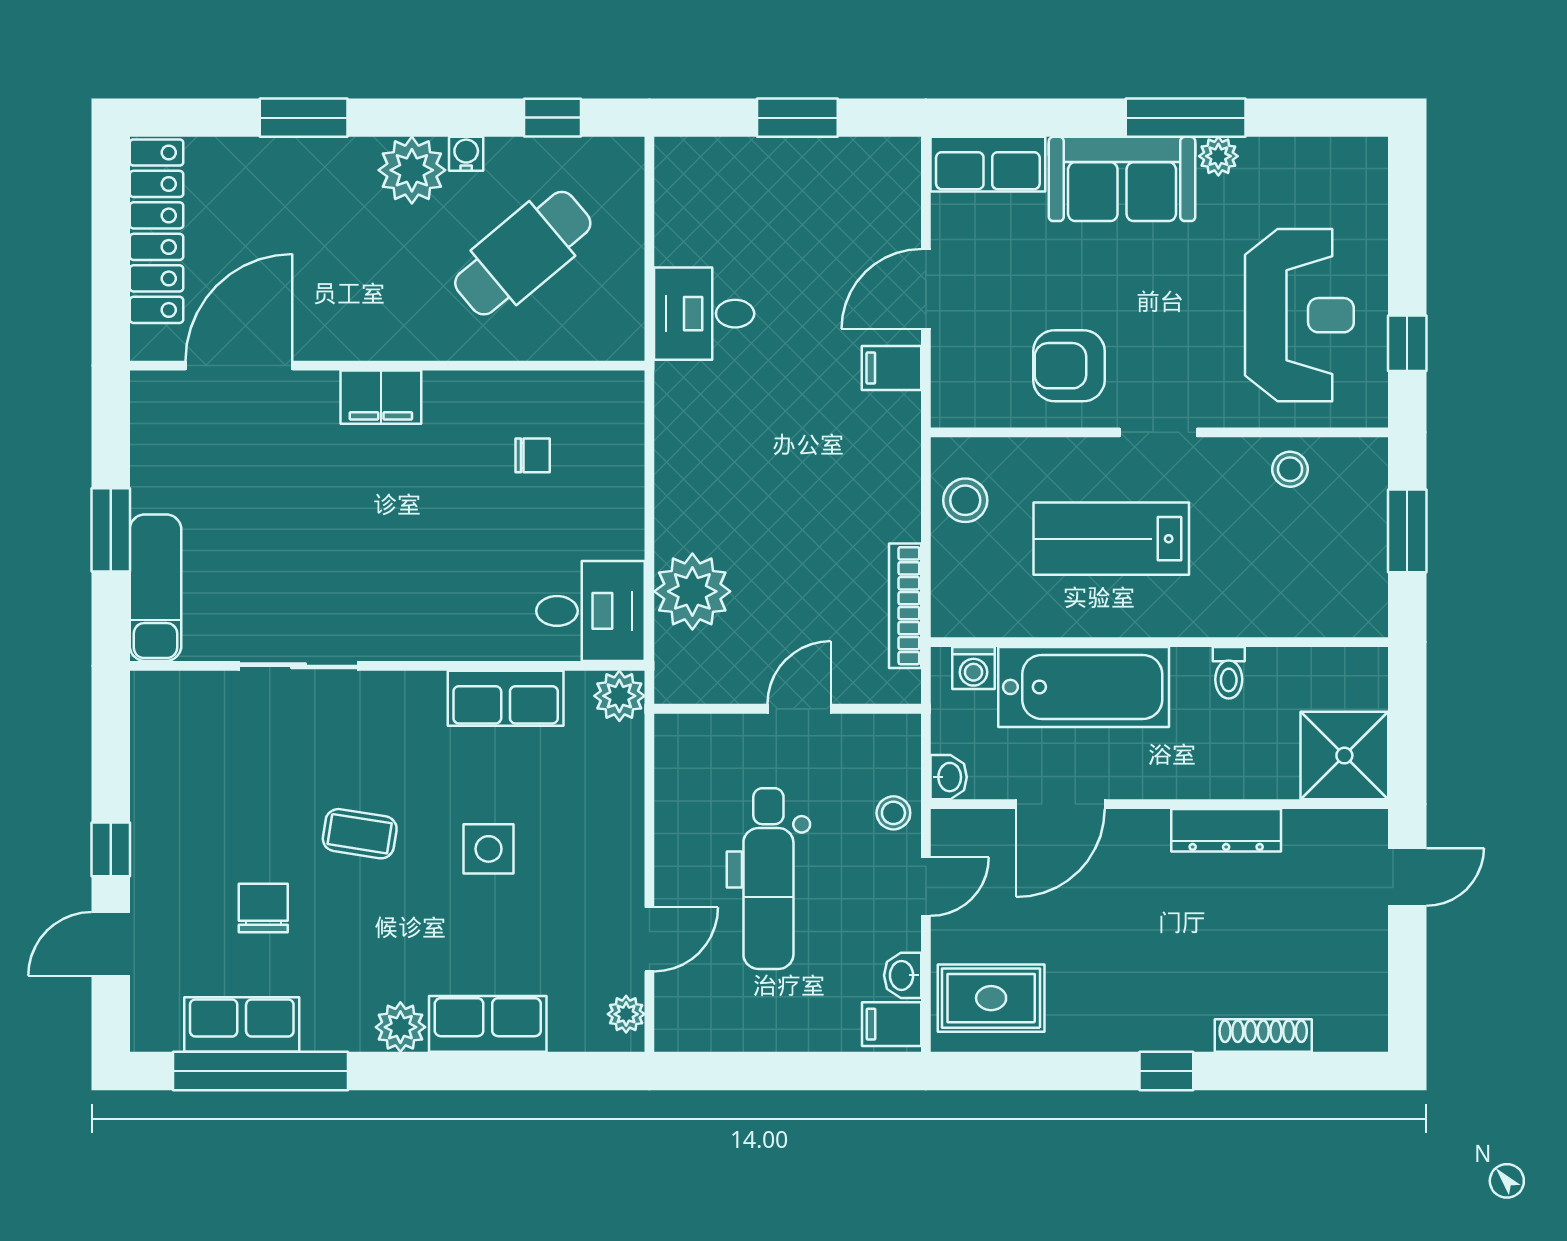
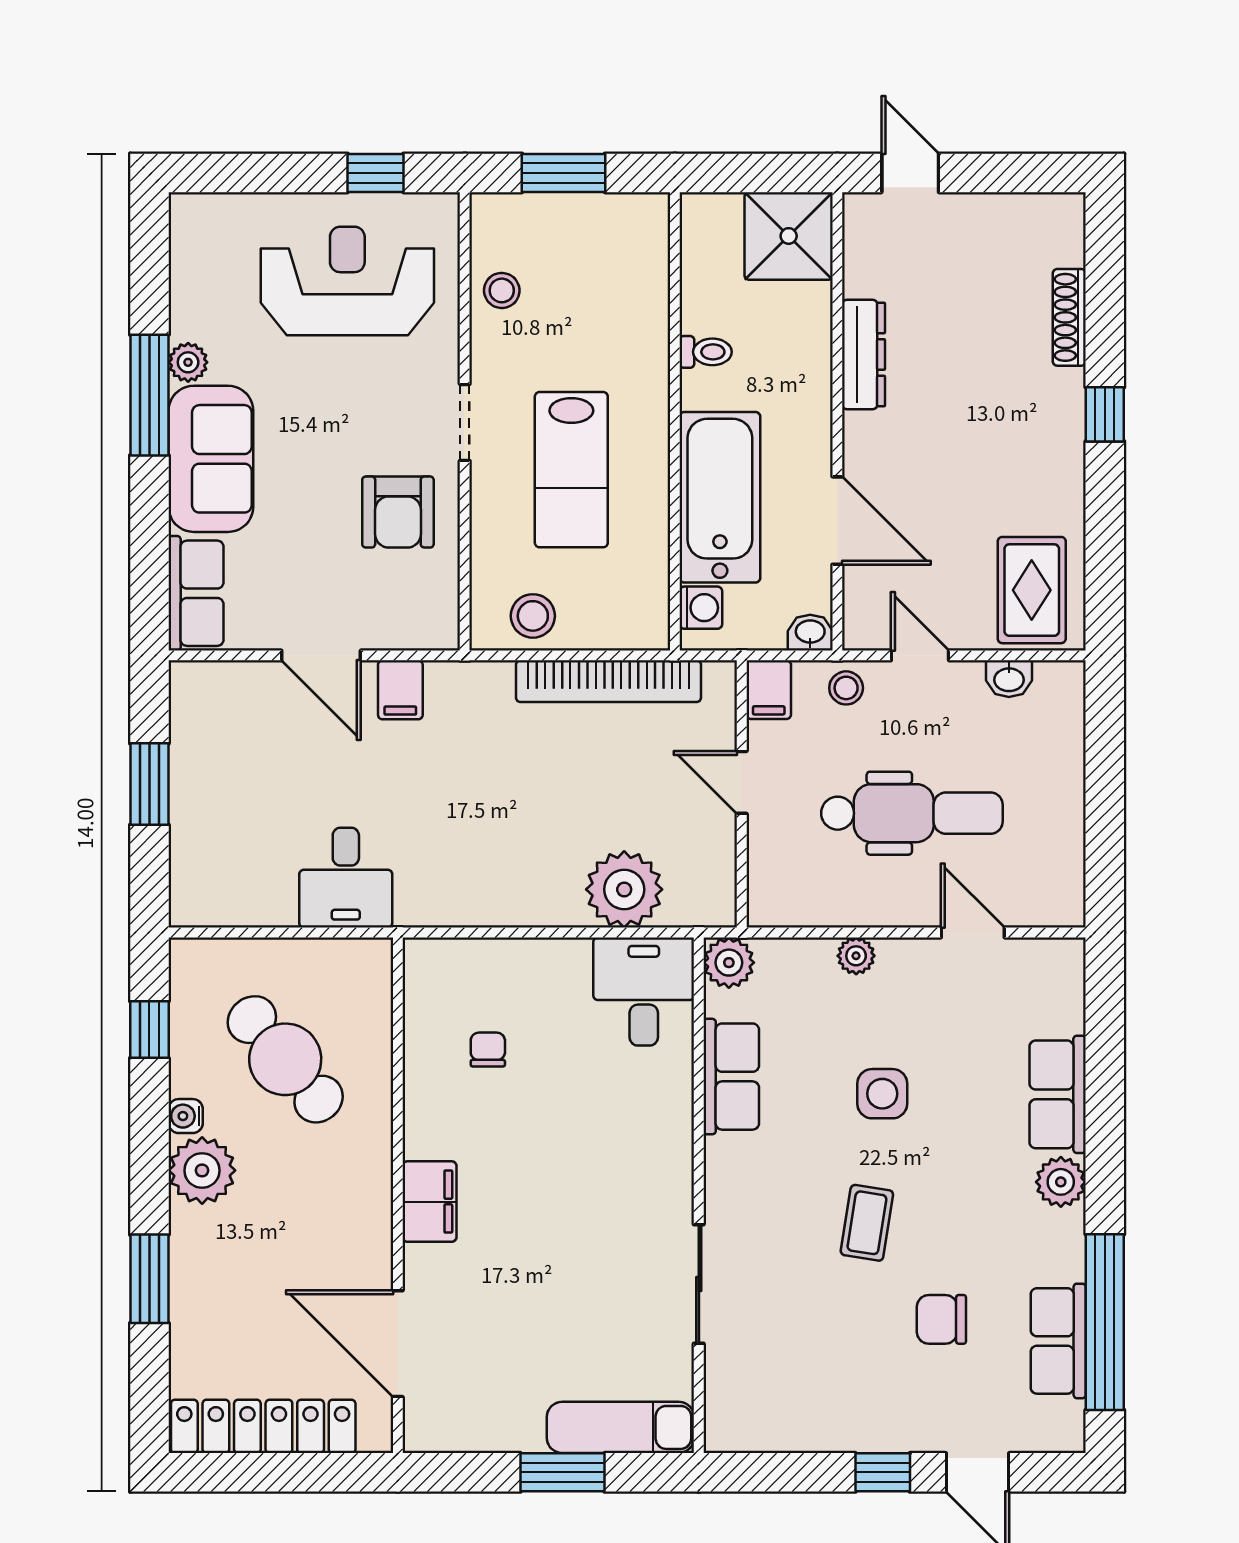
bookcase: (905, 606) -> (608, 681), width x1.48, depth x1.31
plant: (626, 1014) -> (856, 956), moved
filing cabinet: (892, 1024) -> (769, 690), moved

